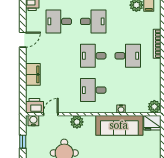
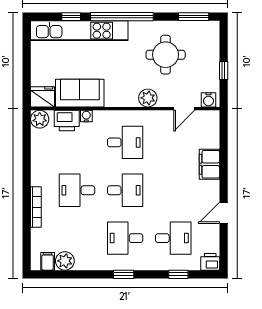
printer: (34, 106) -> (67, 120), moved
sofa: (119, 125) -> (80, 93), width x0.73

